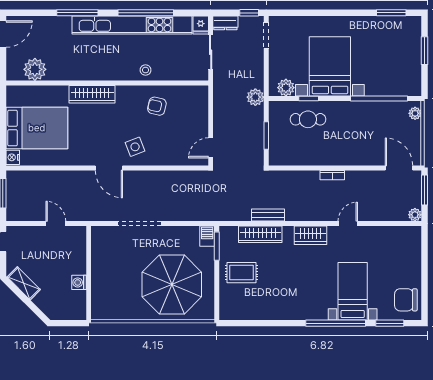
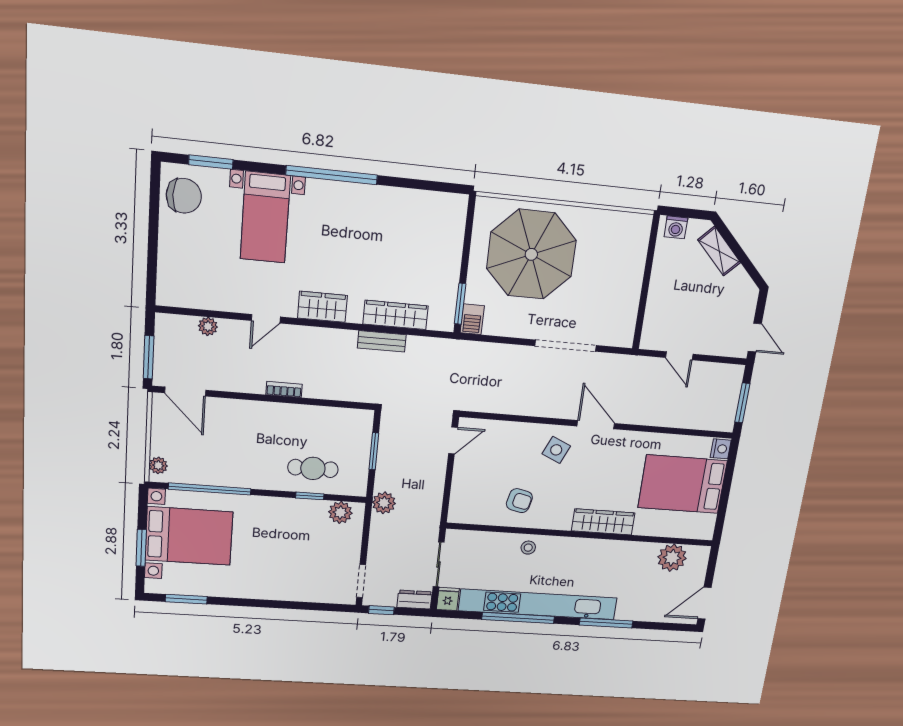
bed with nightstands: (330, 66) -> (189, 536), moved, turned -90
side table: (135, 147) -> (556, 450), turned 45
plant: (415, 215) -> (208, 326), moved
rug: (242, 273) -> (429, 262), removed
washing machine: (79, 282) -> (676, 227), moved, turned 90
shelving: (24, 283) -> (719, 251), moved
window: (336, 323) -> (332, 175), moved

